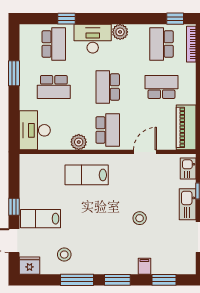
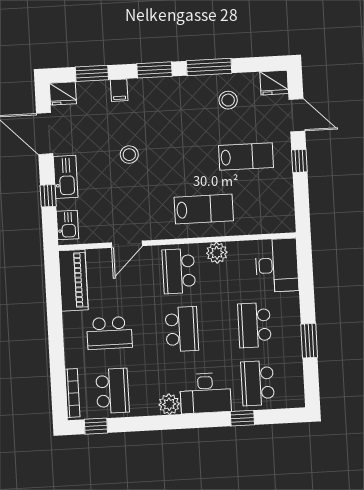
school desk: (54, 87) -> (254, 325), turned -90
lab bench: (40, 219) -> (246, 156), moved
fridge: (186, 266) -> (63, 93), added

